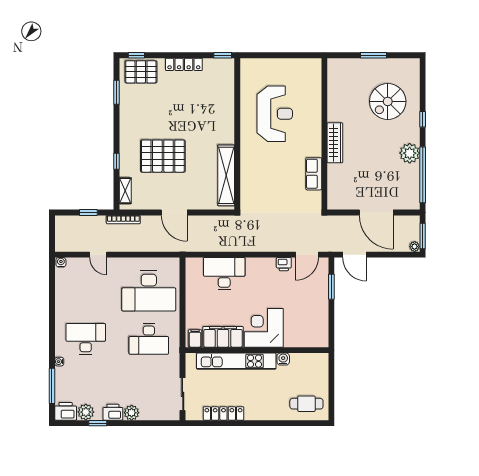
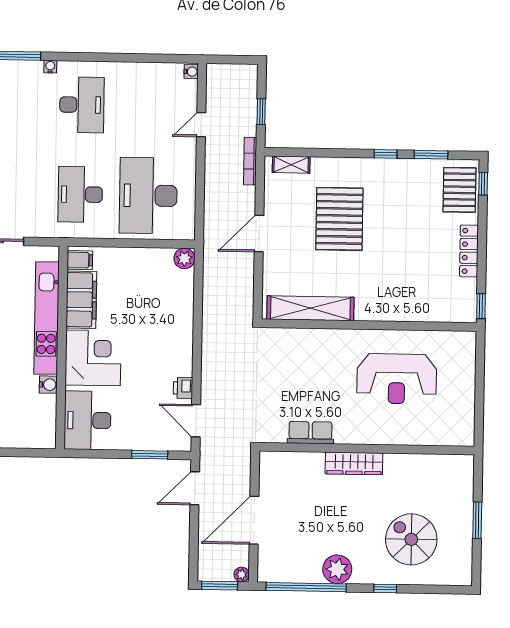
window: (117, 161) -> (386, 154), moved
plant: (415, 247) -> (242, 574), moved
plant: (193, 265) -> (184, 258), added
desk: (224, 274) -> (87, 420), moved, turned 180

